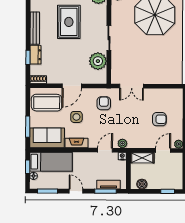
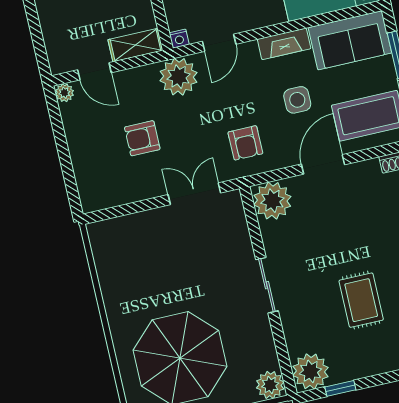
rug: (69, 22) -> (361, 300), width x0.73, depth x0.70
plant: (98, 61) -> (272, 201), moved
armchair: (159, 119) -> (142, 138), moved
plant: (122, 143) -> (179, 77), width x1.87, depth x1.87
door: (163, 150) -> (94, 71), hinge flipped

